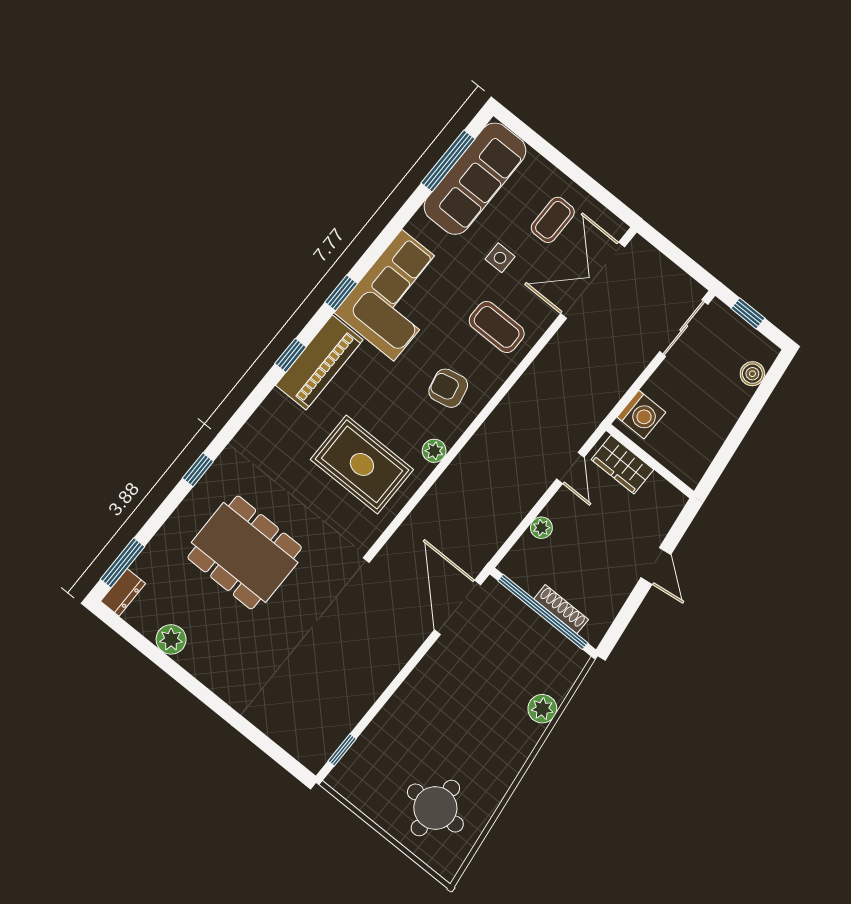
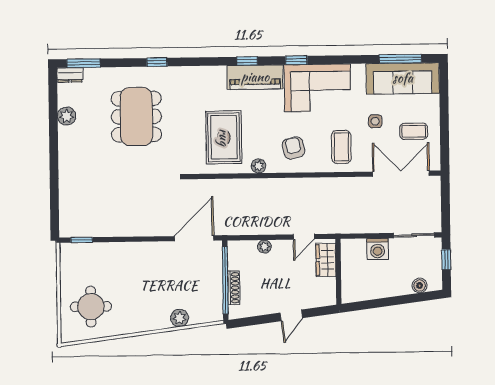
washing machine: (641, 415) -> (378, 249), moved

